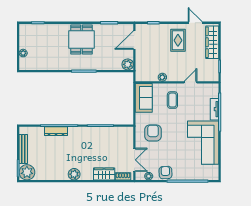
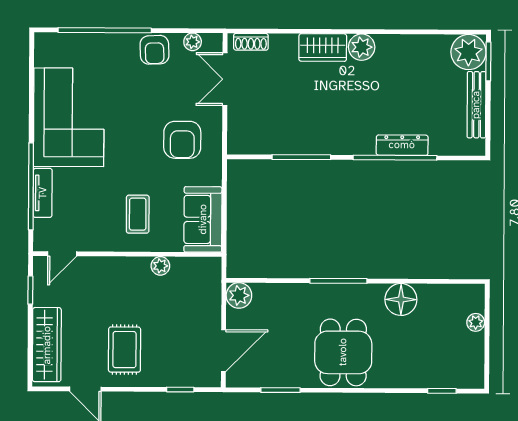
floor lamp: (56, 63) -> (401, 299), added
door: (191, 82) -> (62, 254), moved
wardrobe: (104, 174) -> (323, 48), moved

